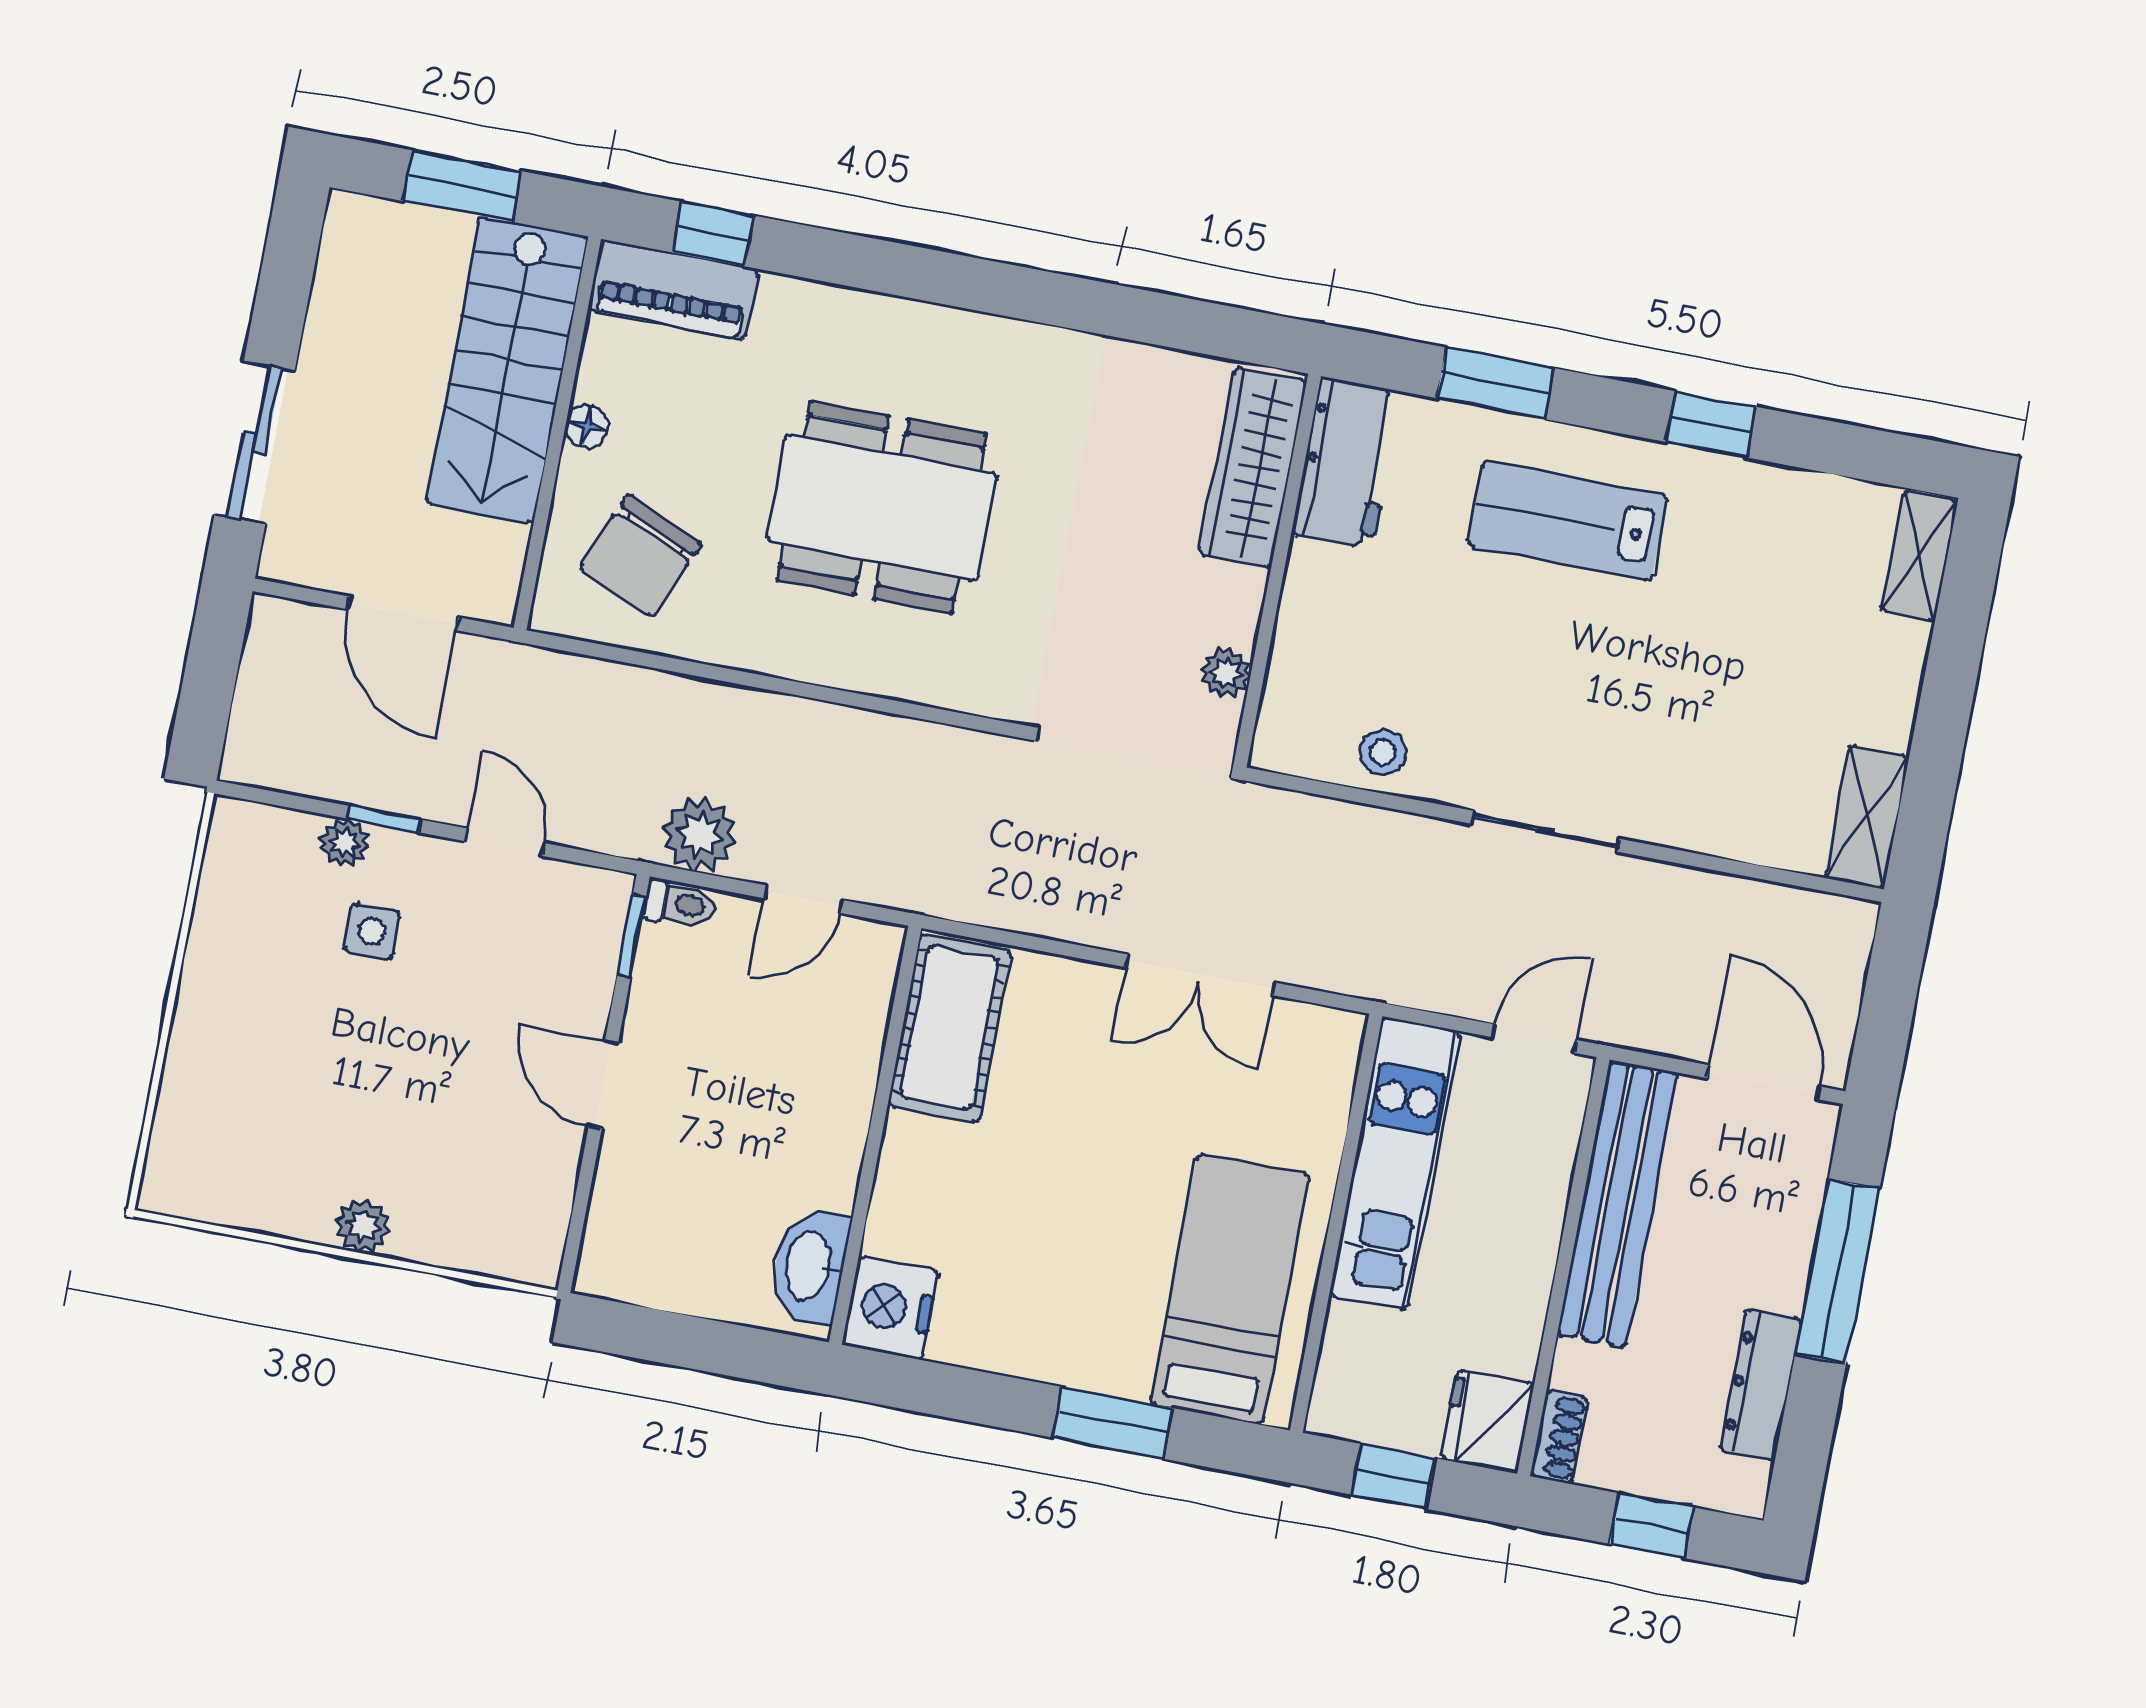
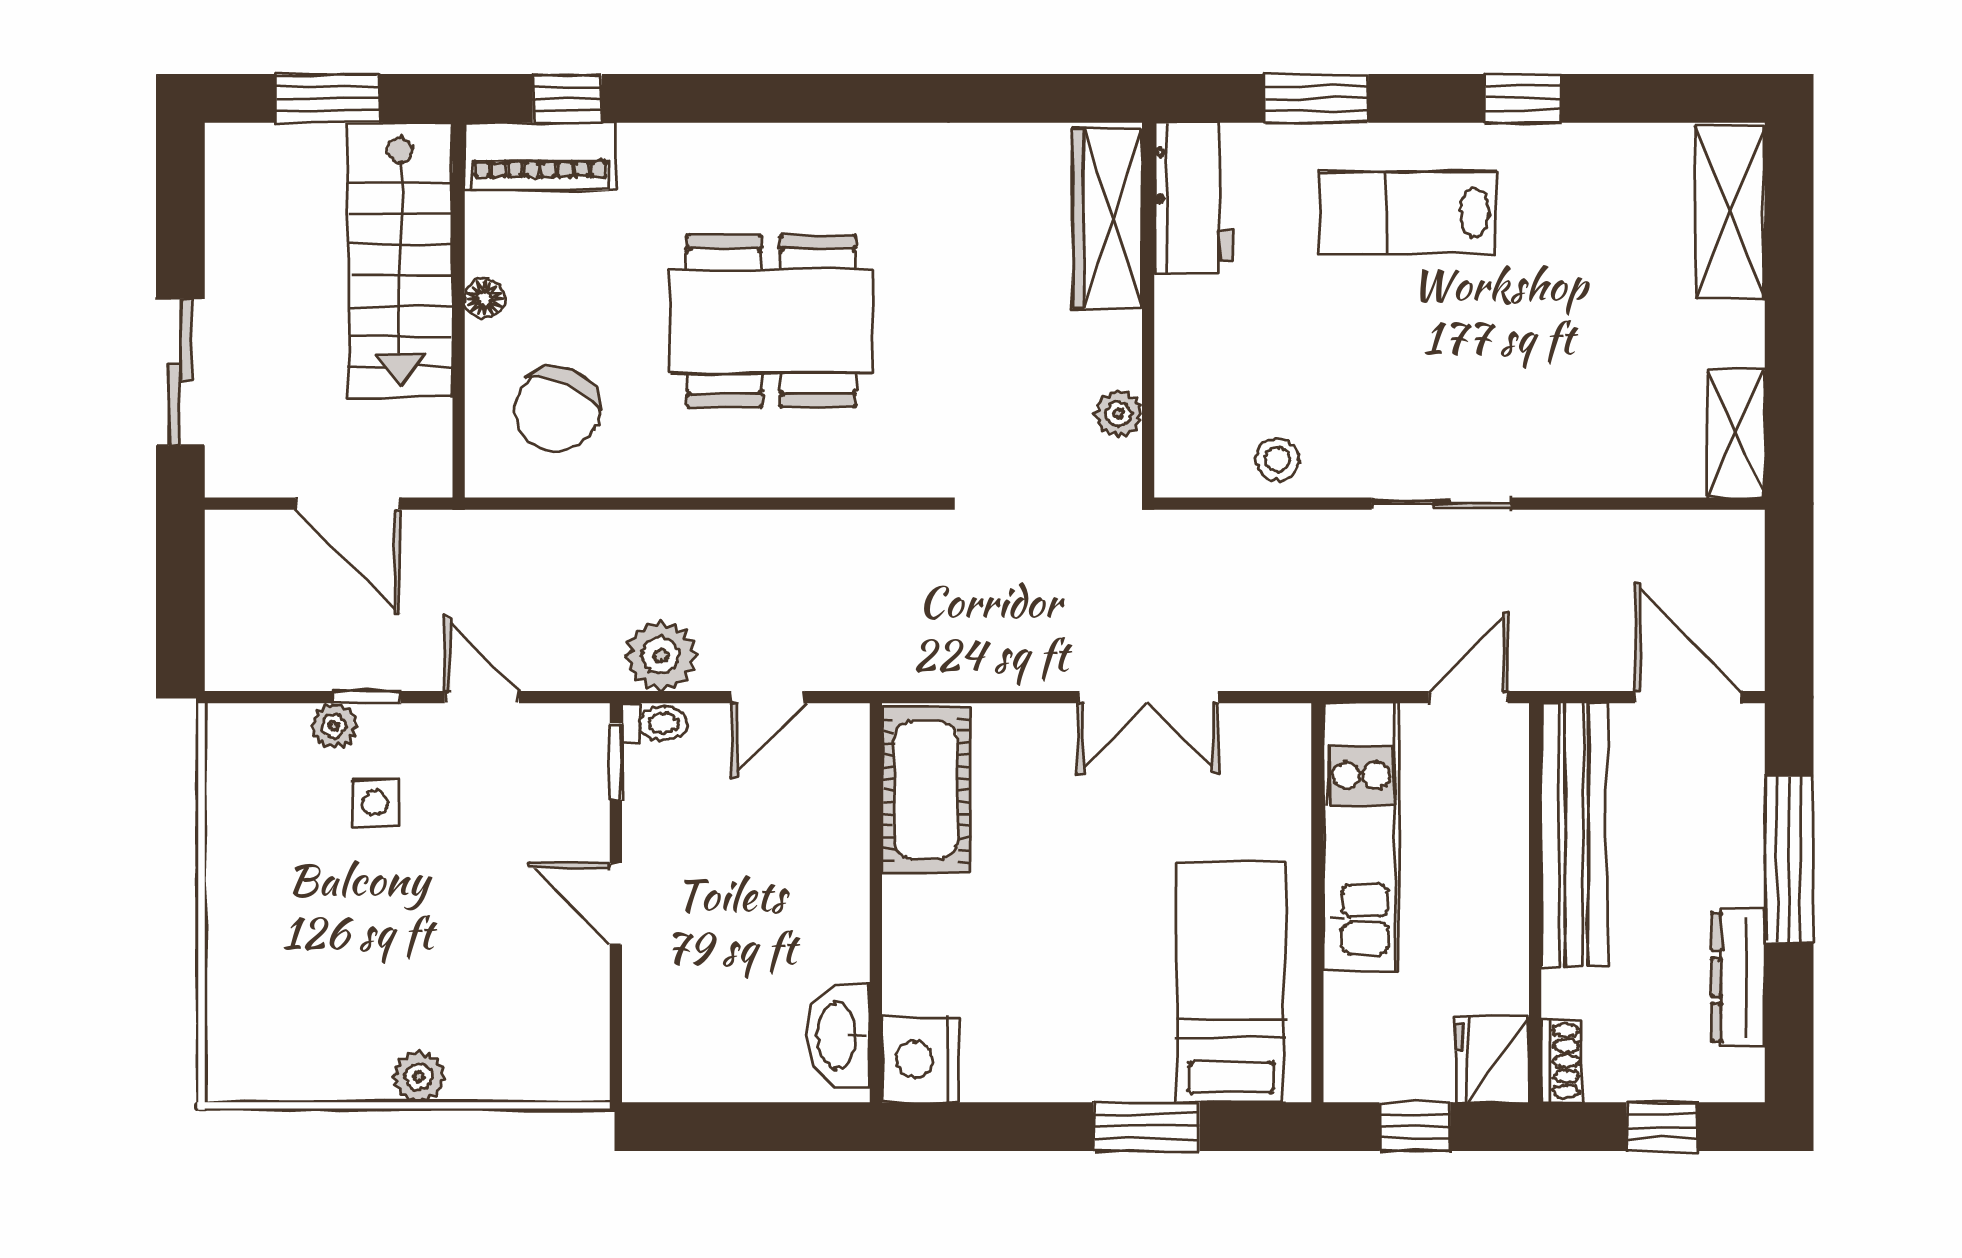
shelving: (1919, 556) -> (1730, 212), width x1.50, depth x1.33

